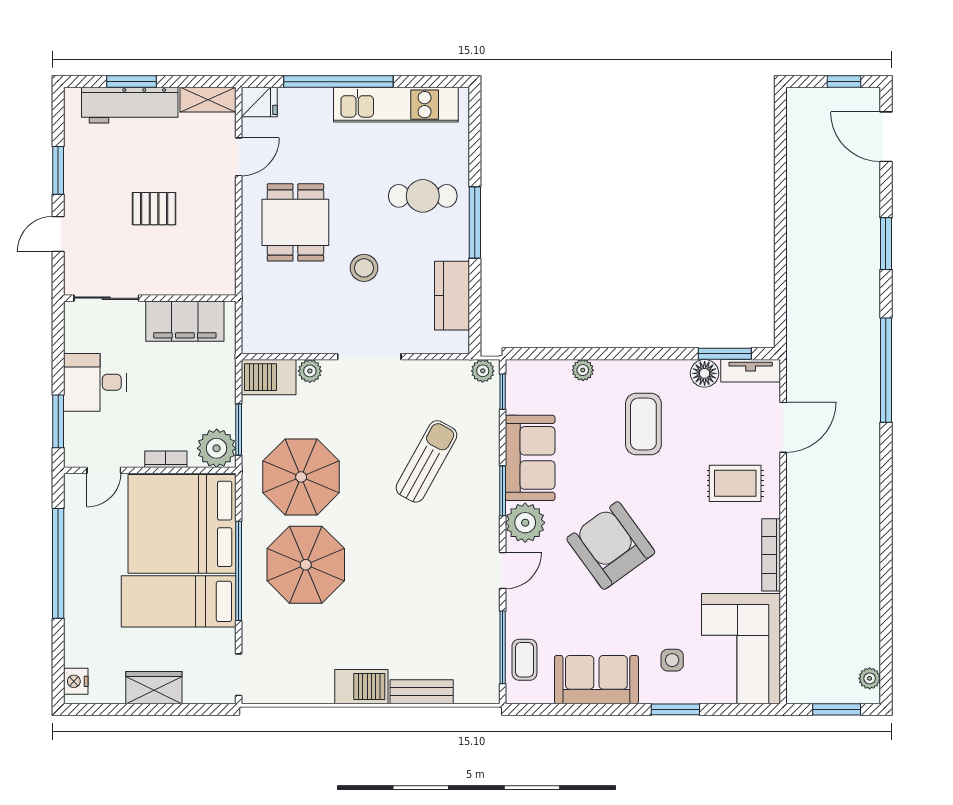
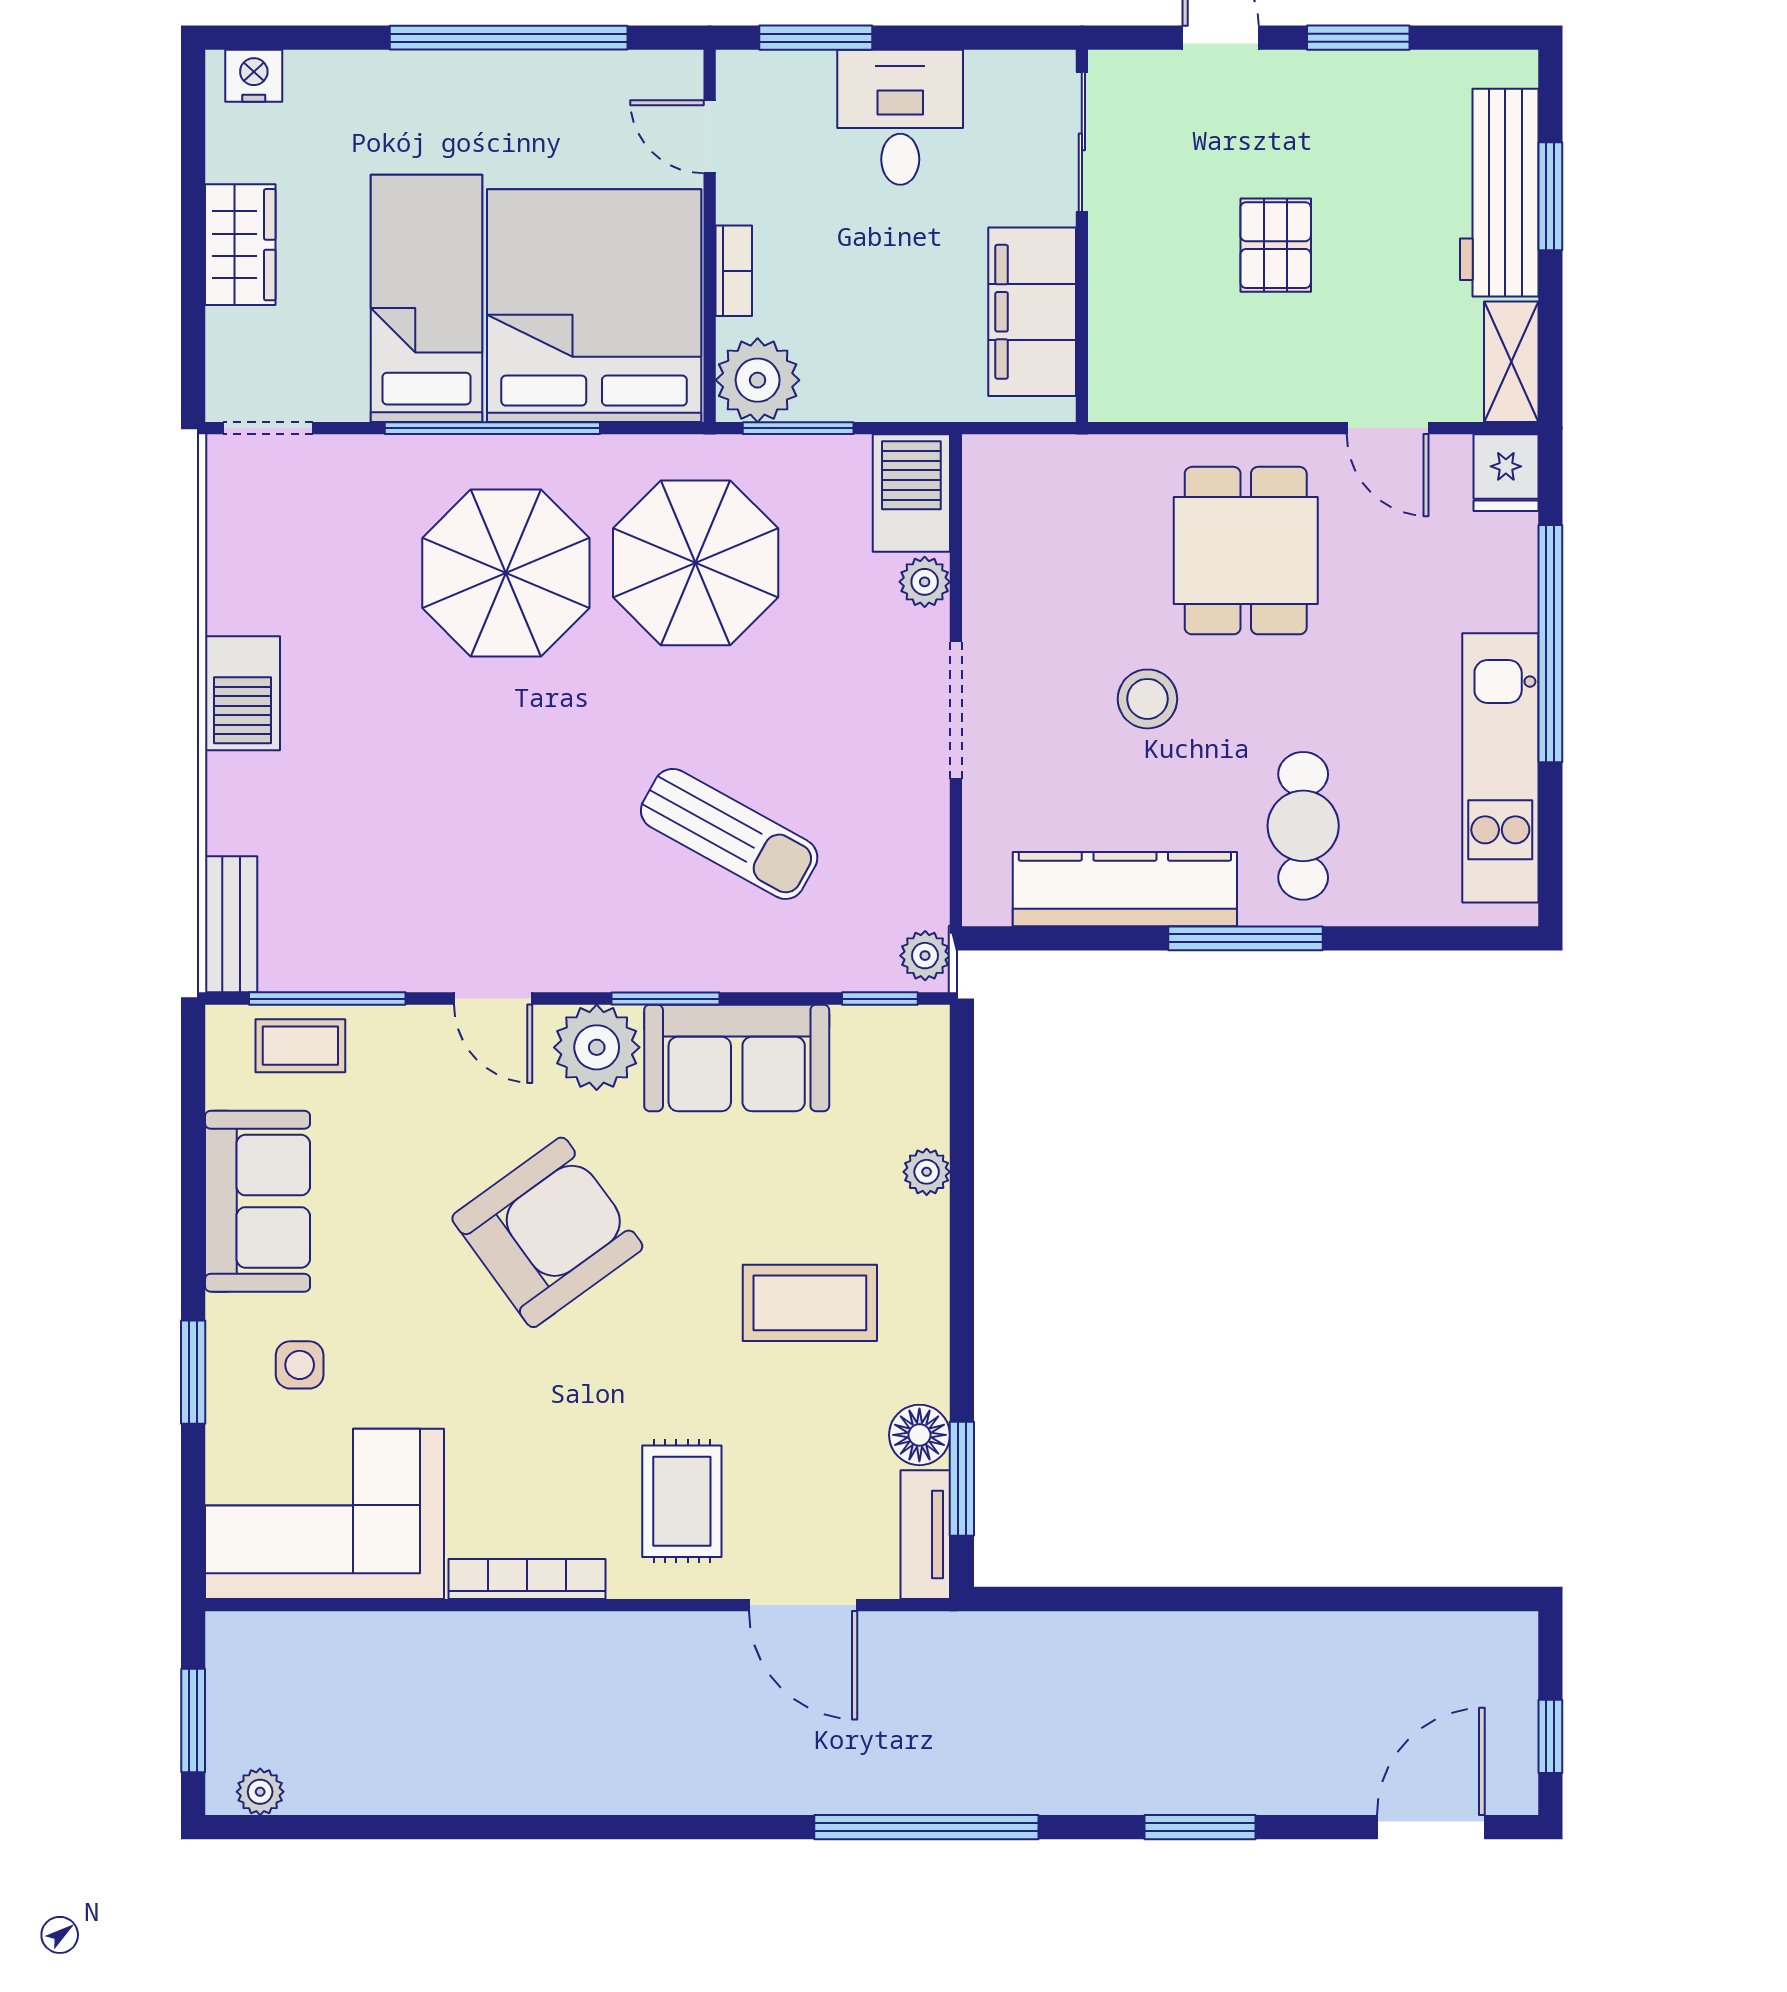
dining table: (295, 222) -> (1246, 551), turned 90
kitchen counter: (452, 296) -> (1125, 889), width x1.50
bench: (422, 692) -> (231, 924), moved

